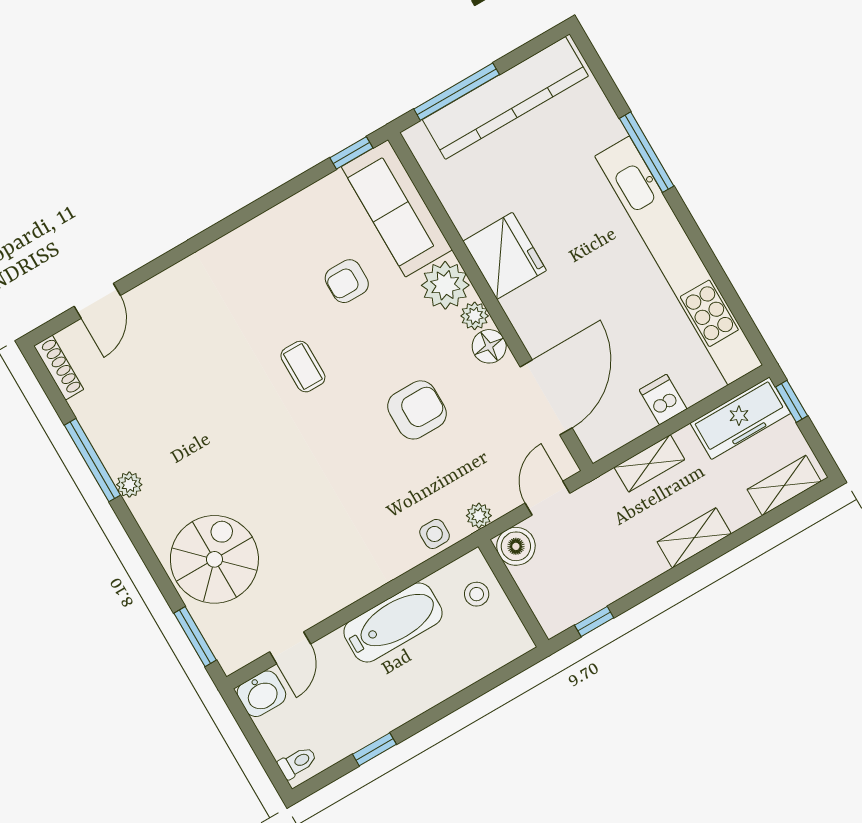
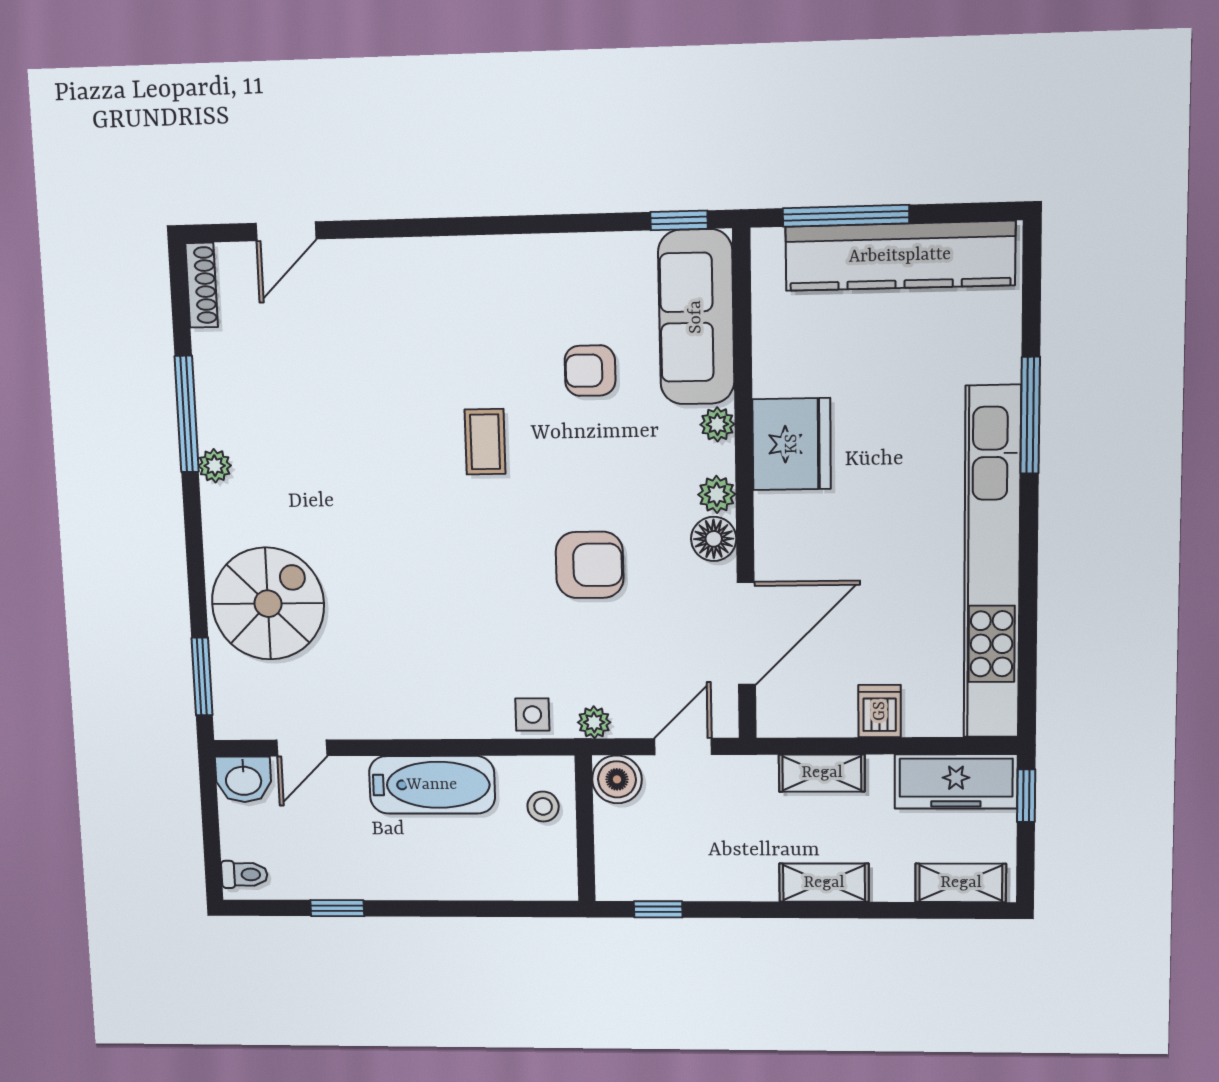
plant: (445, 285) -> (717, 424), width x0.53, depth x0.53

